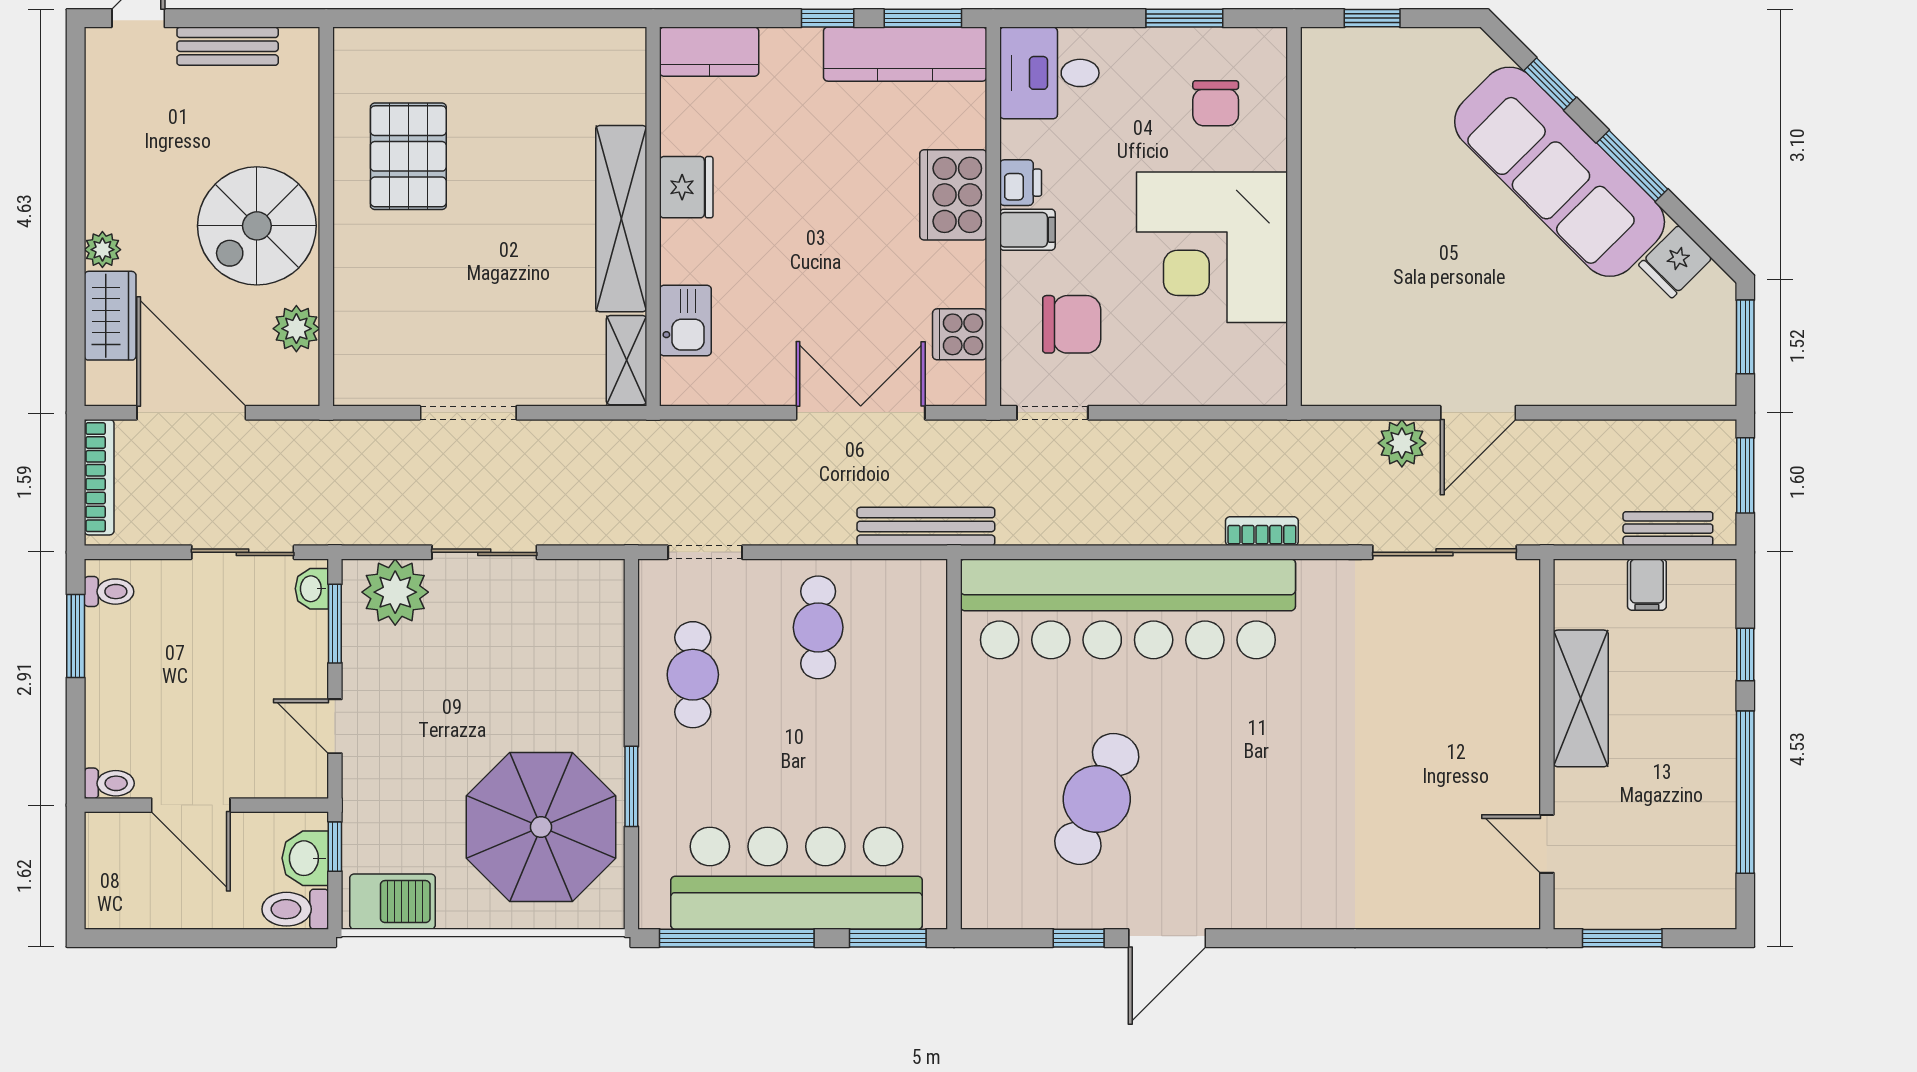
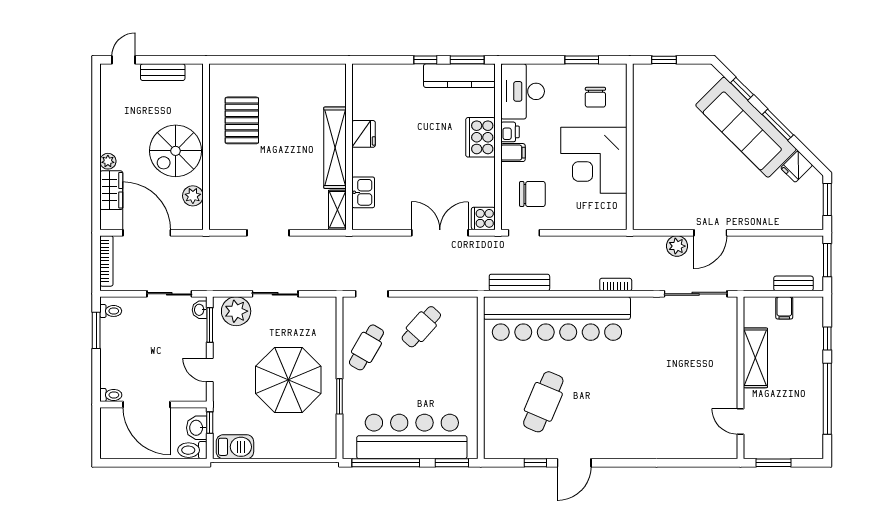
kitchen counter: (709, 52) -> (374, 75), removed
desk: (1049, 73) -> (523, 91), width x1.37
cooker: (960, 334) -> (483, 218), moved
bench: (926, 526) -> (519, 282), moved
cafe table: (818, 627) -> (421, 327), turned 42
cafe table: (693, 675) -> (366, 347), turned 30
door: (191, 805) -> (147, 405), width x1.36
parasol: (541, 827) -> (288, 380), moved

